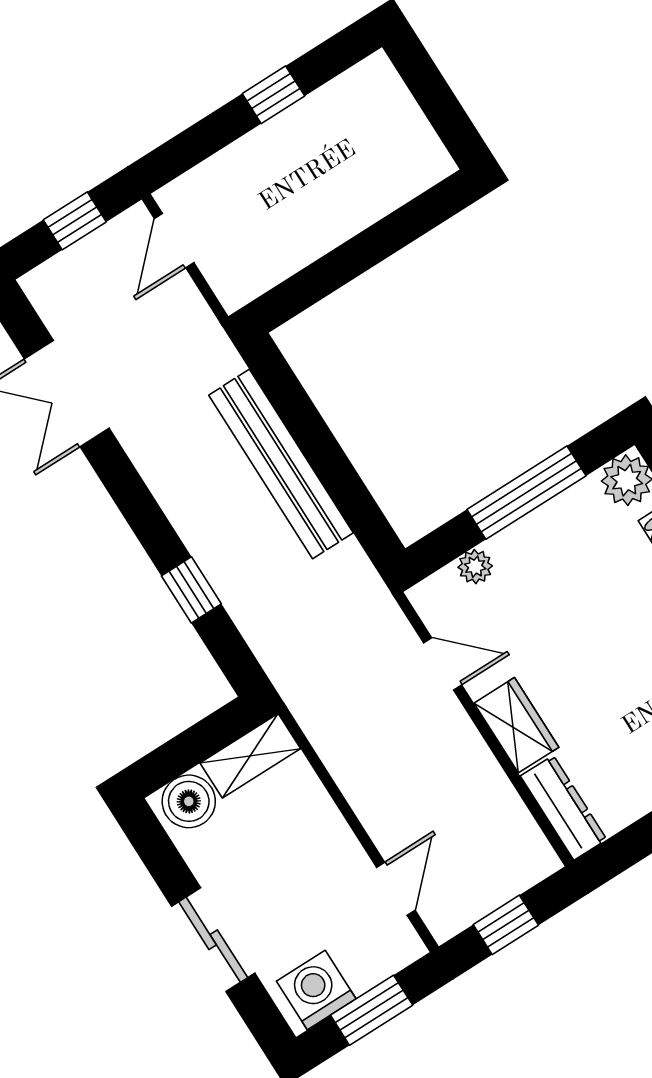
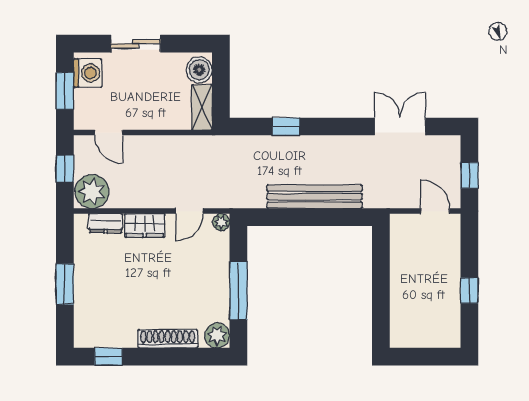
plant: (475, 567) -> (221, 222), moved
dresser: (564, 808) -> (106, 223), width x0.70
plant: (516, 853) -> (92, 191), added

